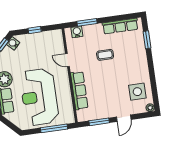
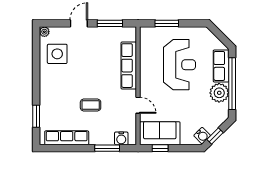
window: (35, 30) -> (160, 148), moved
sofa: (47, 40) -> (160, 133), added
reception desk: (39, 97) -> (179, 65), width x0.74, depth x0.77
window: (54, 128) -> (167, 23), width x0.69

